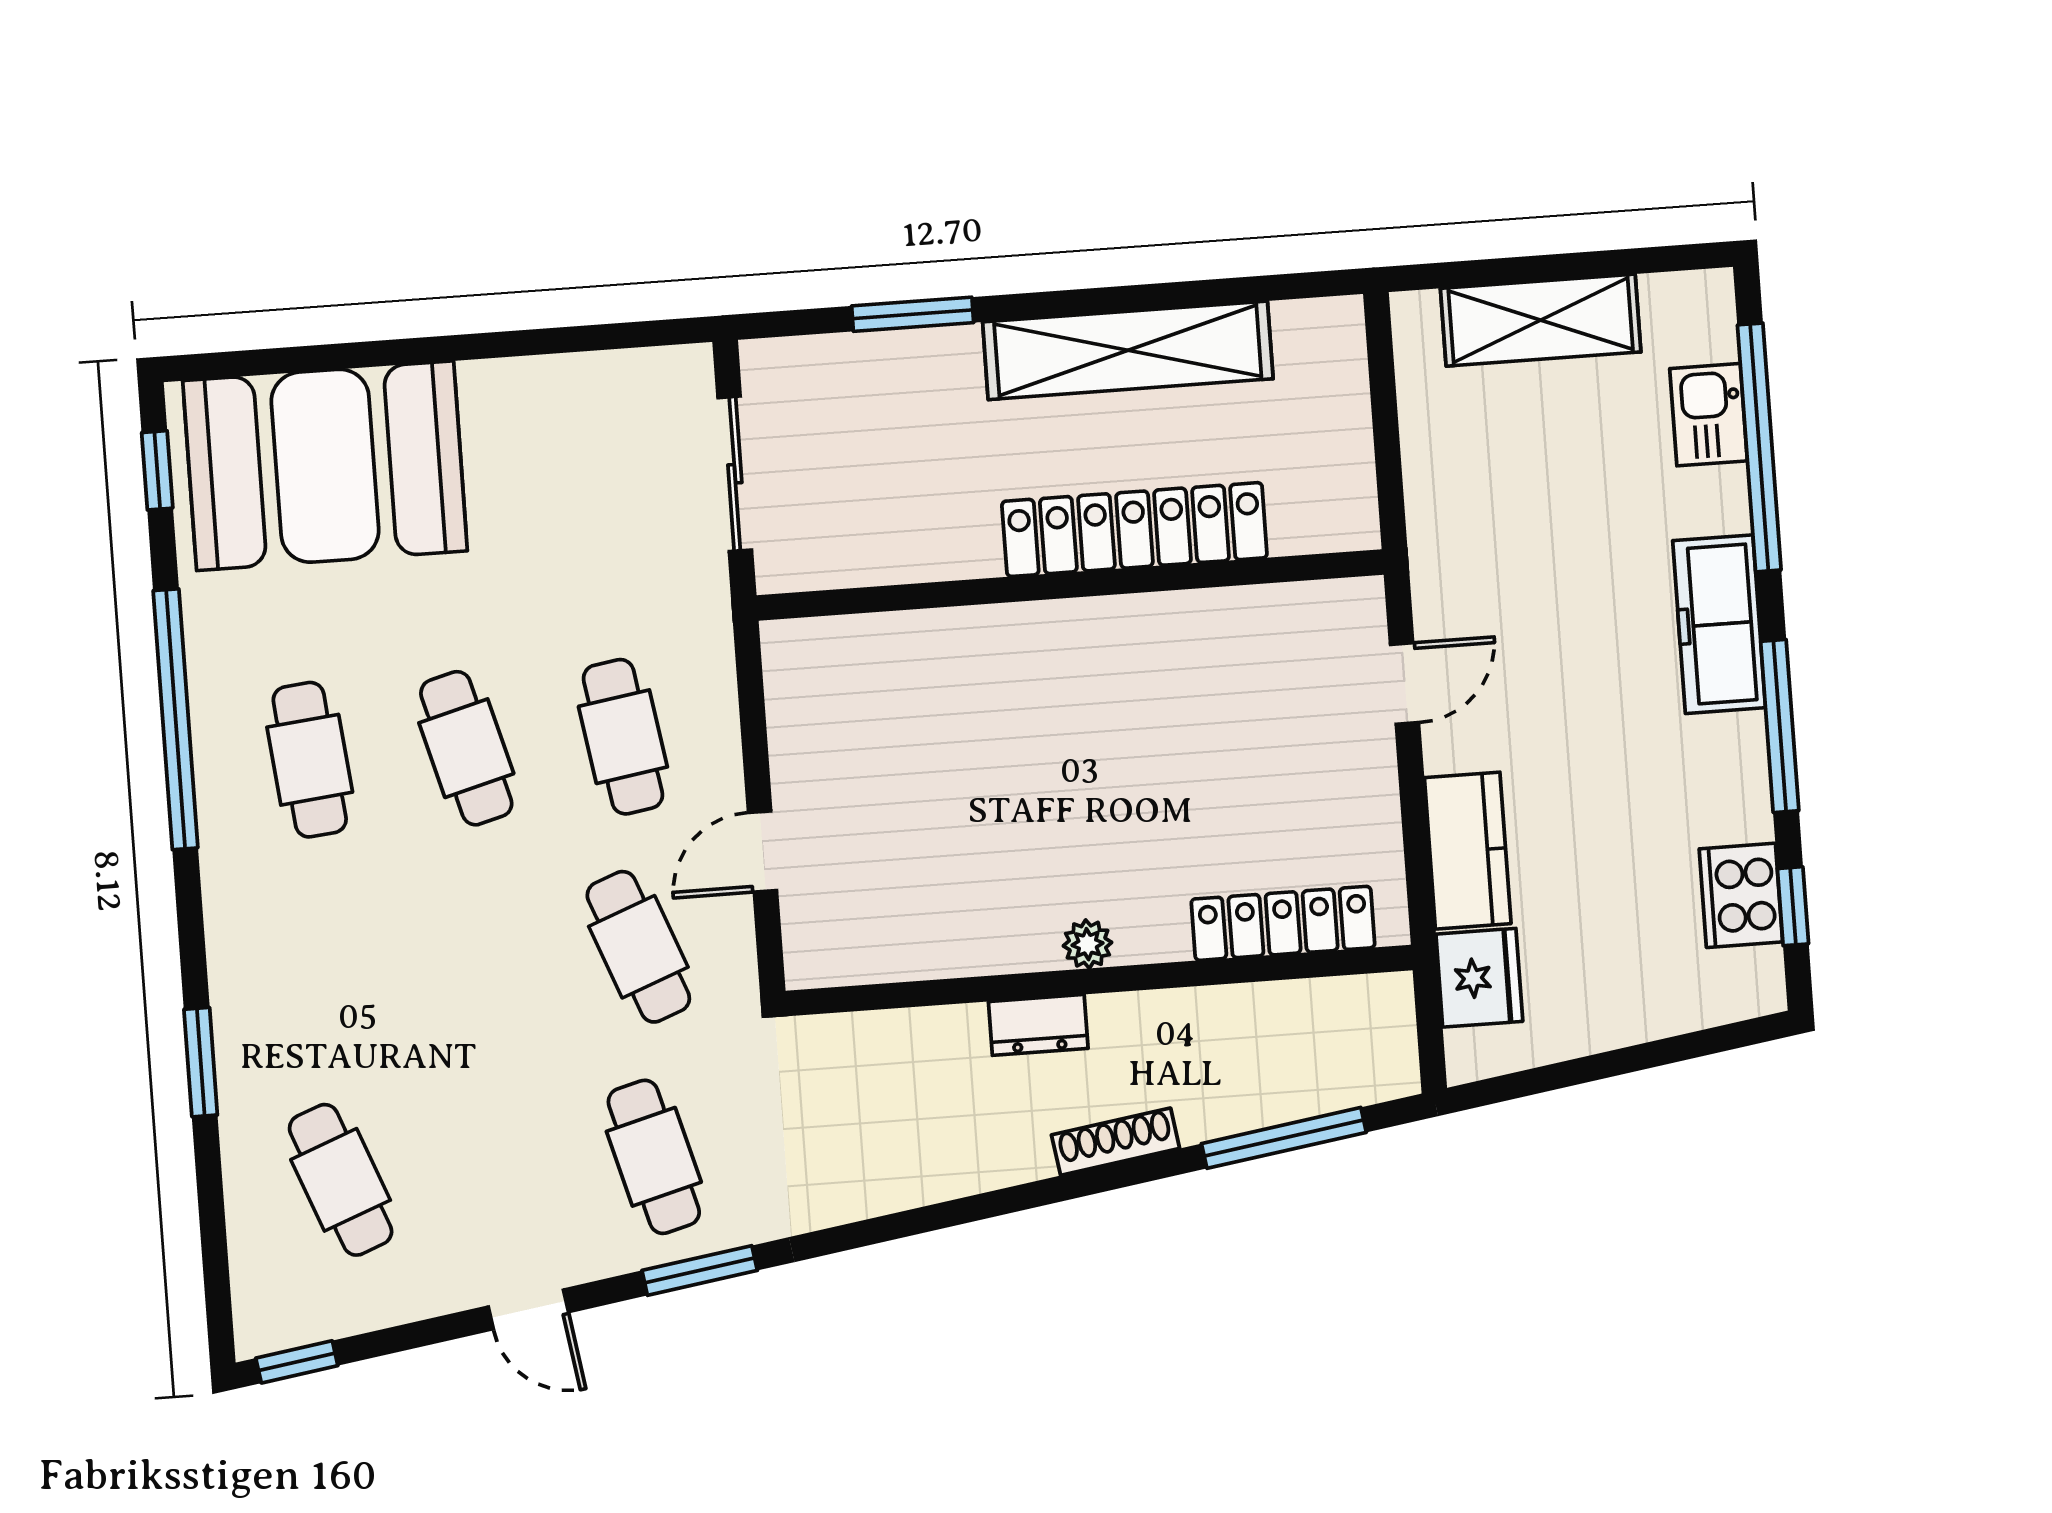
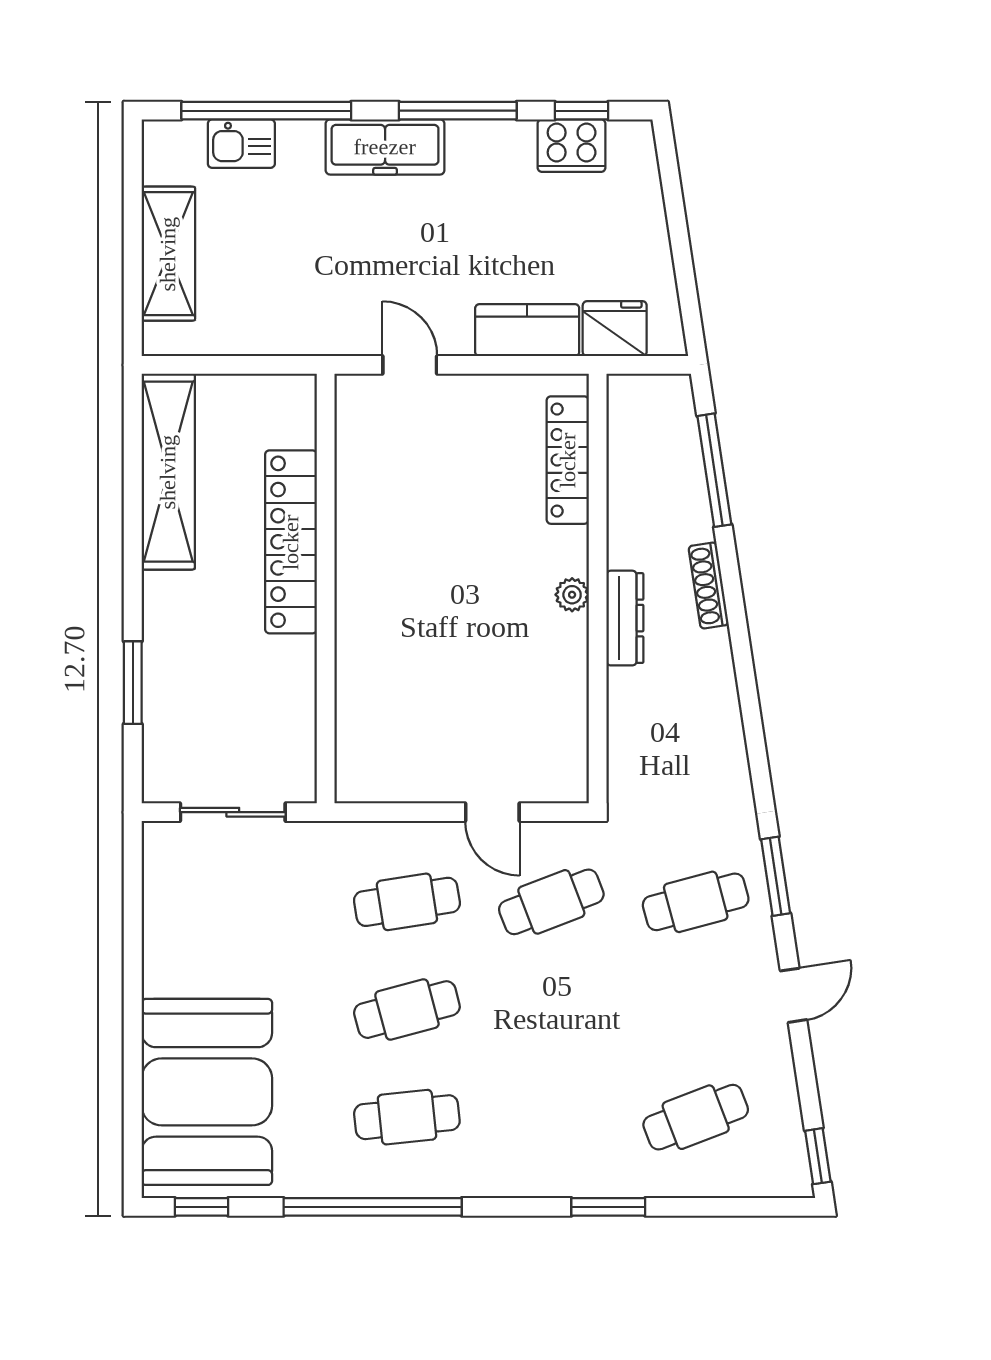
shelving: (1128, 350) -> (168, 472), moved
dresser: (1038, 1025) -> (625, 618), width x1.44

